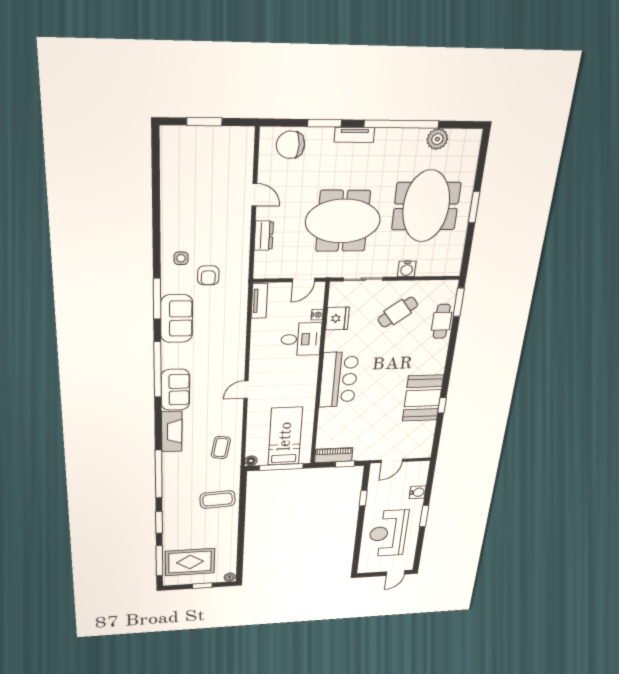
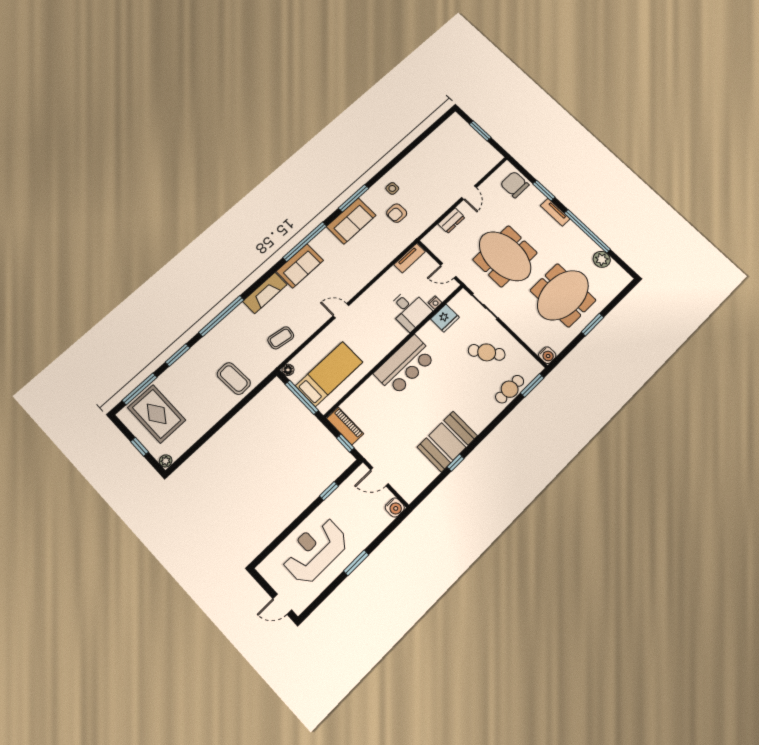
water cooler: (407, 269) -> (547, 355), moved, turned -90
water cooler: (418, 492) -> (395, 508), moved

